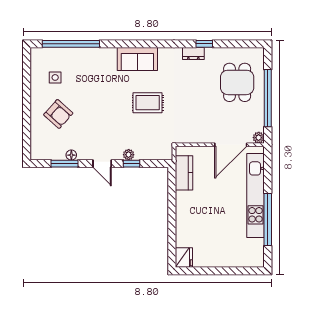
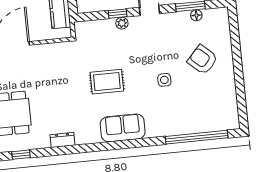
window: (204, 44) -> (21, 155), moved
side table: (55, 77) -> (164, 80), moved
floor lamp: (71, 155) -> (196, 15), moved

